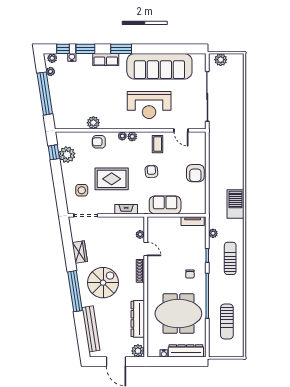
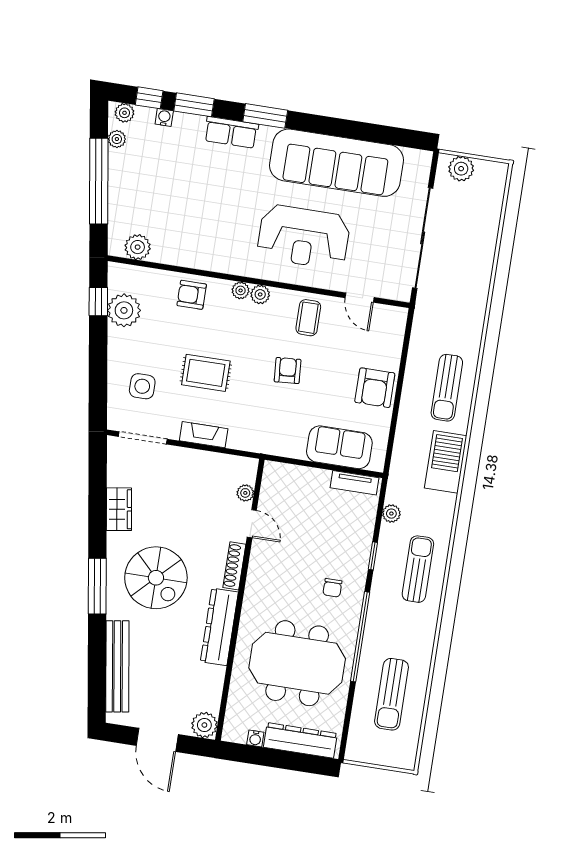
plant: (93, 123) -> (138, 247), moved
sun lounger: (230, 168) -> (447, 388), added
rug: (112, 179) -> (206, 373), width x0.73, depth x0.70
sofa: (165, 205) -> (339, 447), moved
fireplace: (126, 209) -> (204, 435), moved
spiral stairs: (103, 283) -> (156, 578), turned 90
window: (75, 291) -> (97, 586), width x0.68
dresser: (138, 319) -> (219, 627), moved

